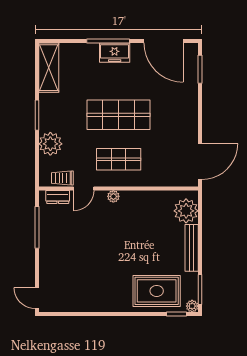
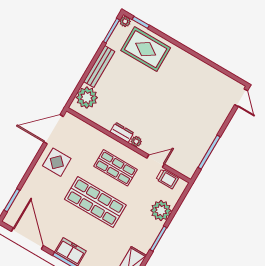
display table: (178, 131) -> (57, 162), added
dresser: (58, 197) -> (122, 132), moved

